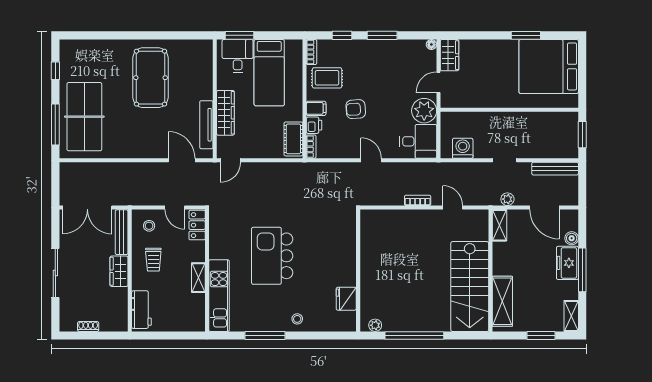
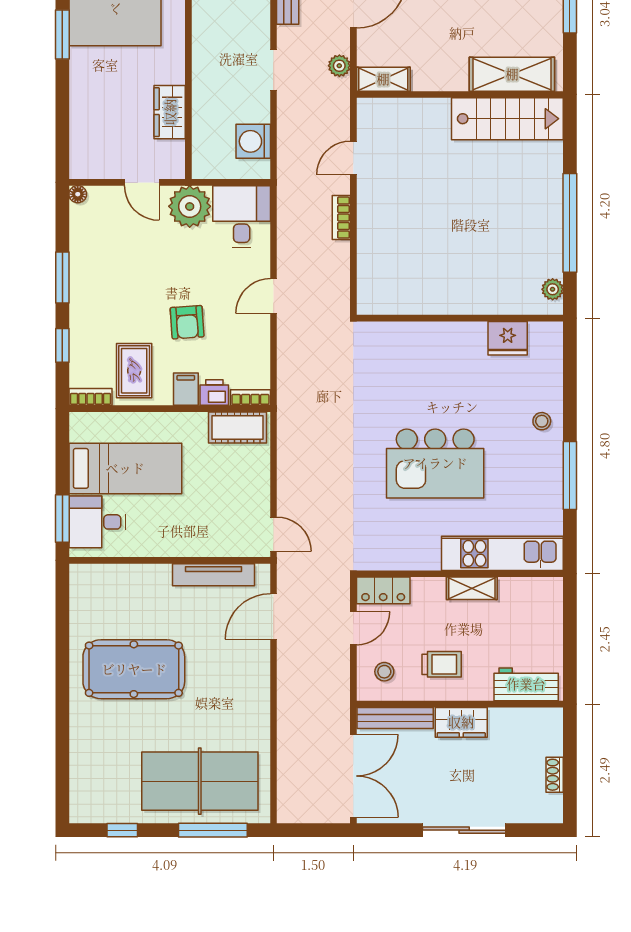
wardrobe: (449, 55) -> (170, 112), moved, turned -90
wardrobe: (225, 113) -> (193, 542), removed
stairs: (470, 287) -> (507, 119), width x0.73, depth x0.66

